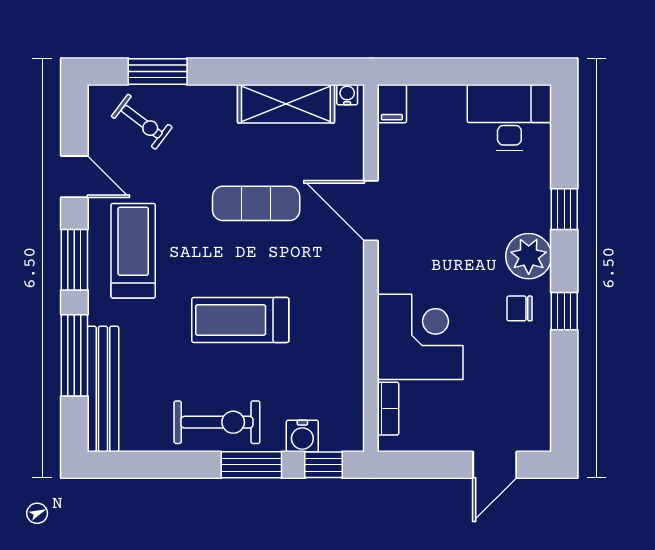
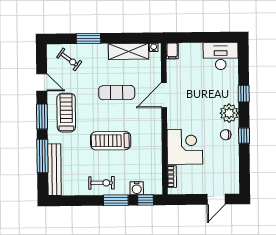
window: (158, 72) -> (88, 39), moved
door: (371, 211) -> (164, 95), hinge flipped
exercise bike: (217, 422) -> (101, 183), width x0.73, depth x0.72

